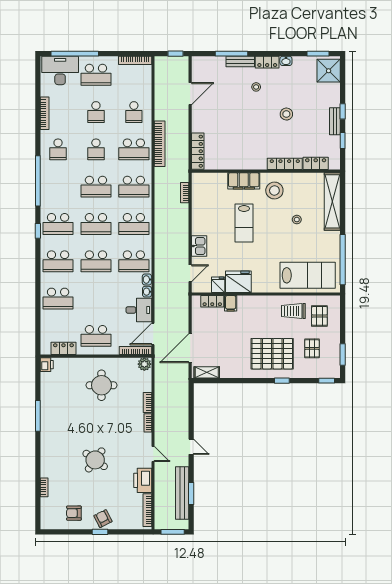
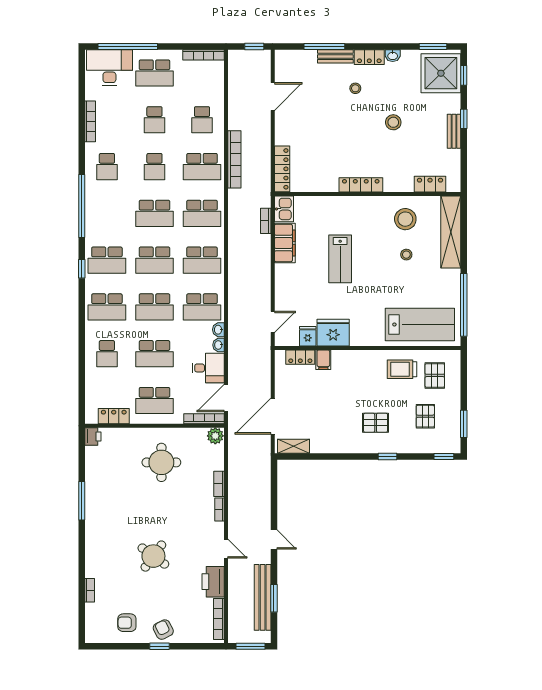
shower: (329, 71) -> (441, 73), width x1.37, depth x1.37
window: (343, 140) -> (464, 75), moved
locker: (285, 164) -> (361, 185), moved
filing cabinet: (244, 181) -> (285, 243), moved, turned -90
stool: (274, 191) -> (405, 219), moved
kitchen sink: (199, 246) -> (284, 209), moved
school desk: (58, 299) -> (107, 354), width x0.54
school desk: (96, 299) -> (154, 354), added
pallet: (272, 354) -> (376, 423), width x0.49, depth x0.50

